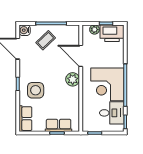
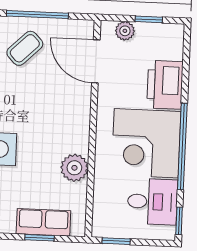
printer: (112, 33) -> (165, 85), moved, turned 90
door: (81, 56) -> (96, 61), moved
plant: (73, 79) -> (74, 168), moved

